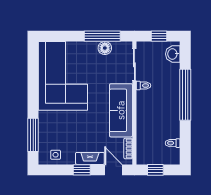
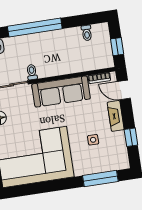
side table: (56, 155) -> (93, 140), moved
window: (82, 170) -> (131, 137), moved
door: (113, 170) -> (124, 90), hinge flipped

